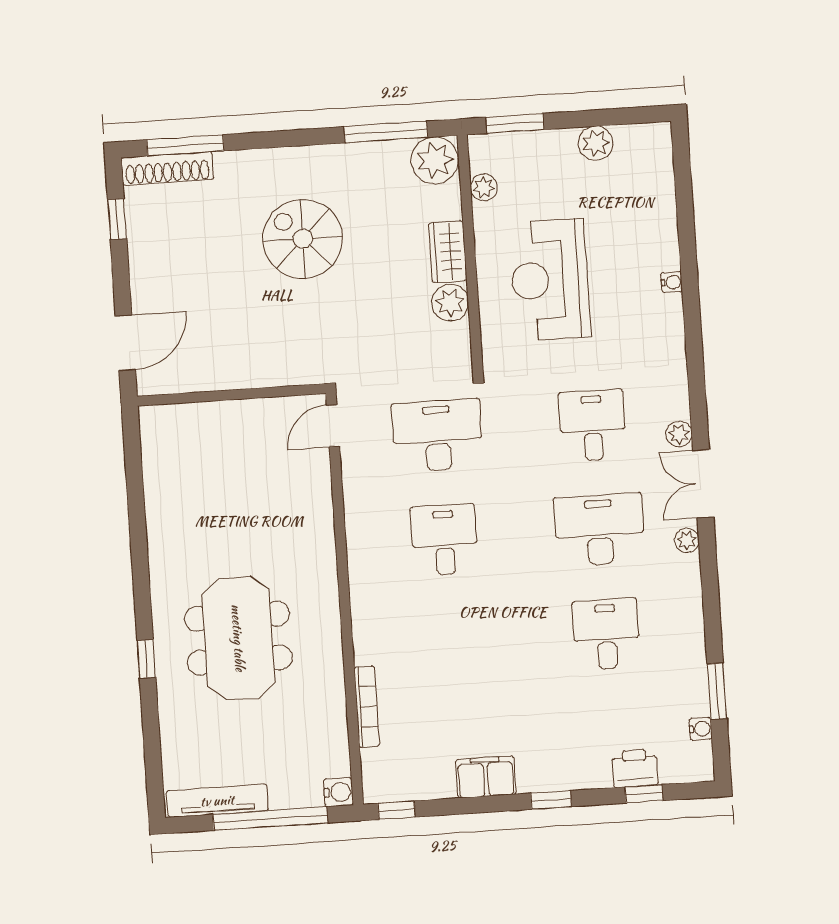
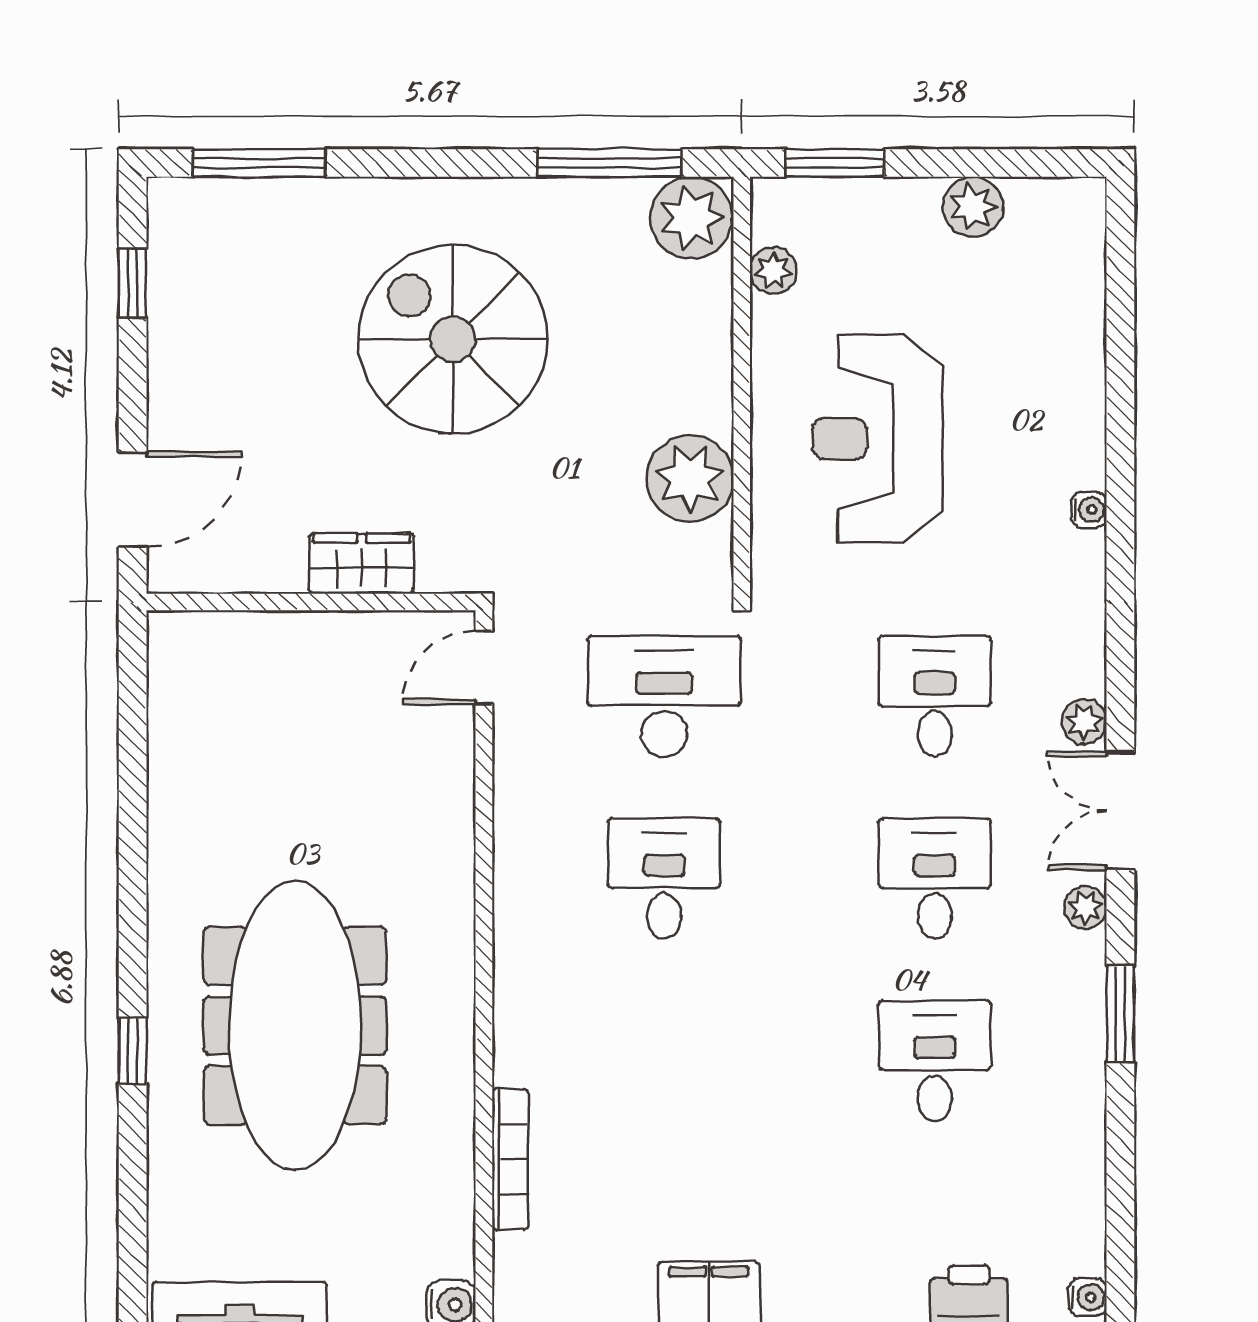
shoe rack: (167, 168) -> (226, 201), removed
spiral stairs: (303, 239) -> (453, 339), width x1.37, depth x1.37
wardrobe: (448, 252) -> (362, 563), moved, turned 90
water cooler: (672, 282) -> (1089, 510), moved
plant: (450, 303) -> (690, 478), width x1.36, depth x1.36
desk: (599, 530) -> (935, 879), width x0.73
meeting table: (238, 638) -> (295, 1026), width x1.36
window: (717, 691) -> (1120, 1014), moved
water cooler: (701, 729) -> (1088, 1297), moved

